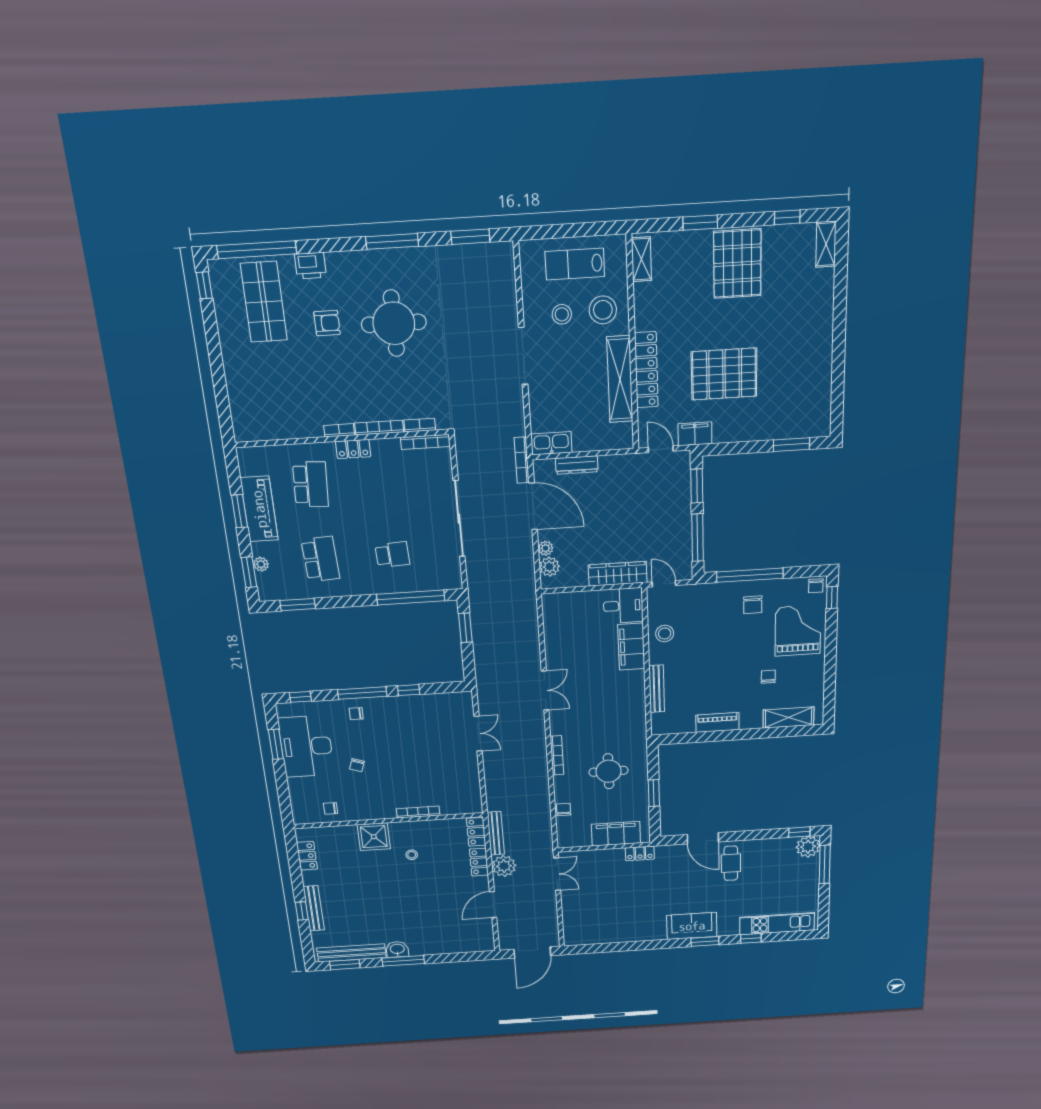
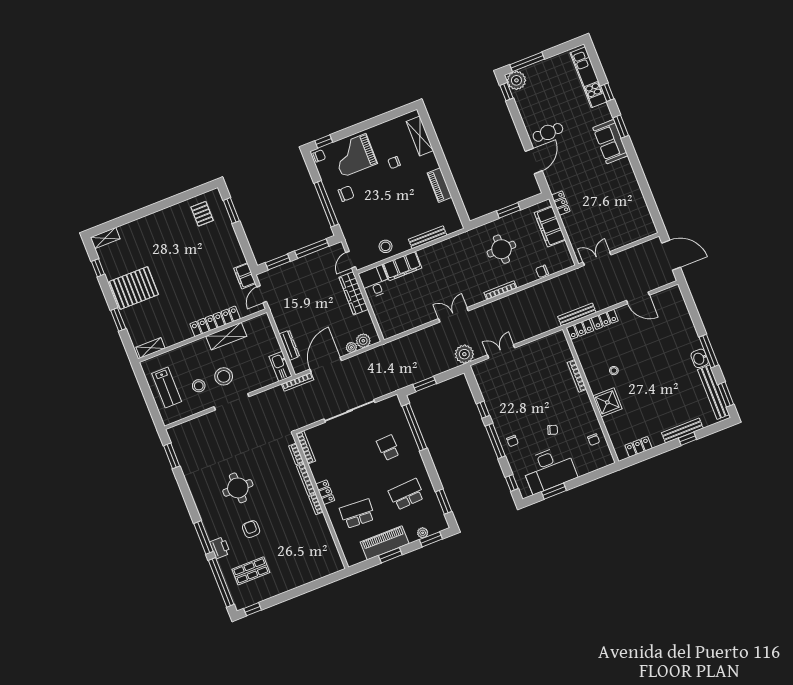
window: (392, 241) -> (204, 537), moved
shop shelf: (264, 302) -> (251, 571), width x0.70, depth x0.74
stool: (603, 310) -> (224, 376), moved
round table: (394, 323) -> (238, 488), width x0.73, depth x0.73
pallet: (724, 374) -> (202, 214), moved, width x0.49, depth x0.50
shelving: (620, 379) -> (226, 336), width x0.68
plant: (504, 866) -> (464, 354), moved

